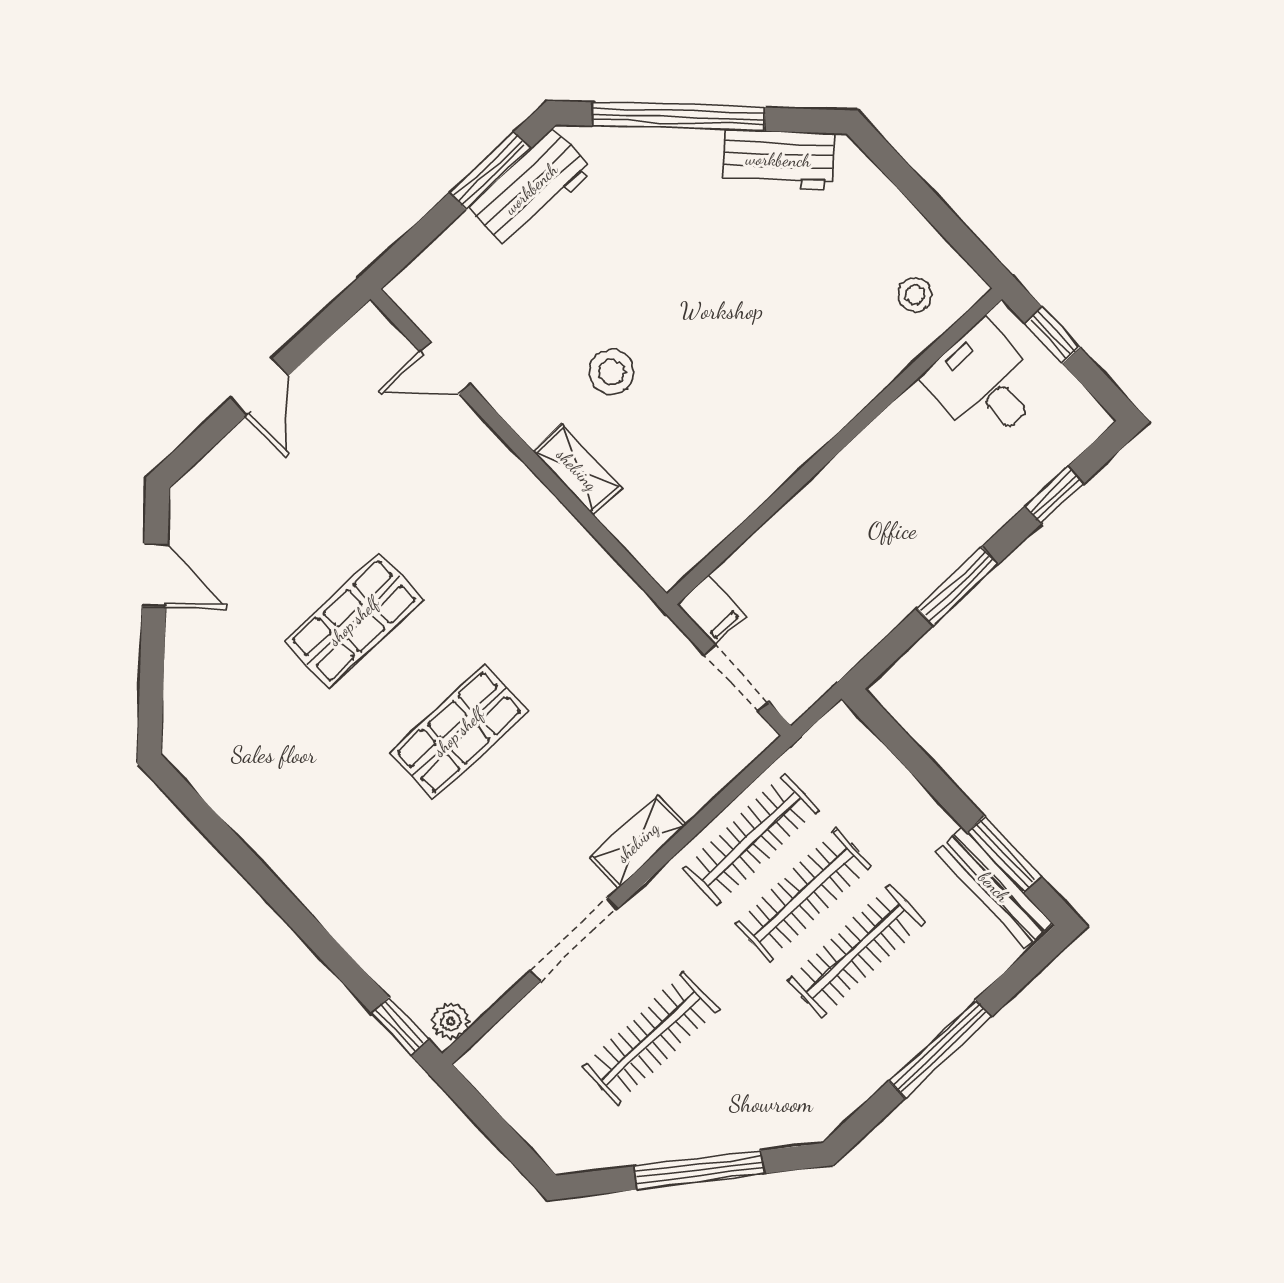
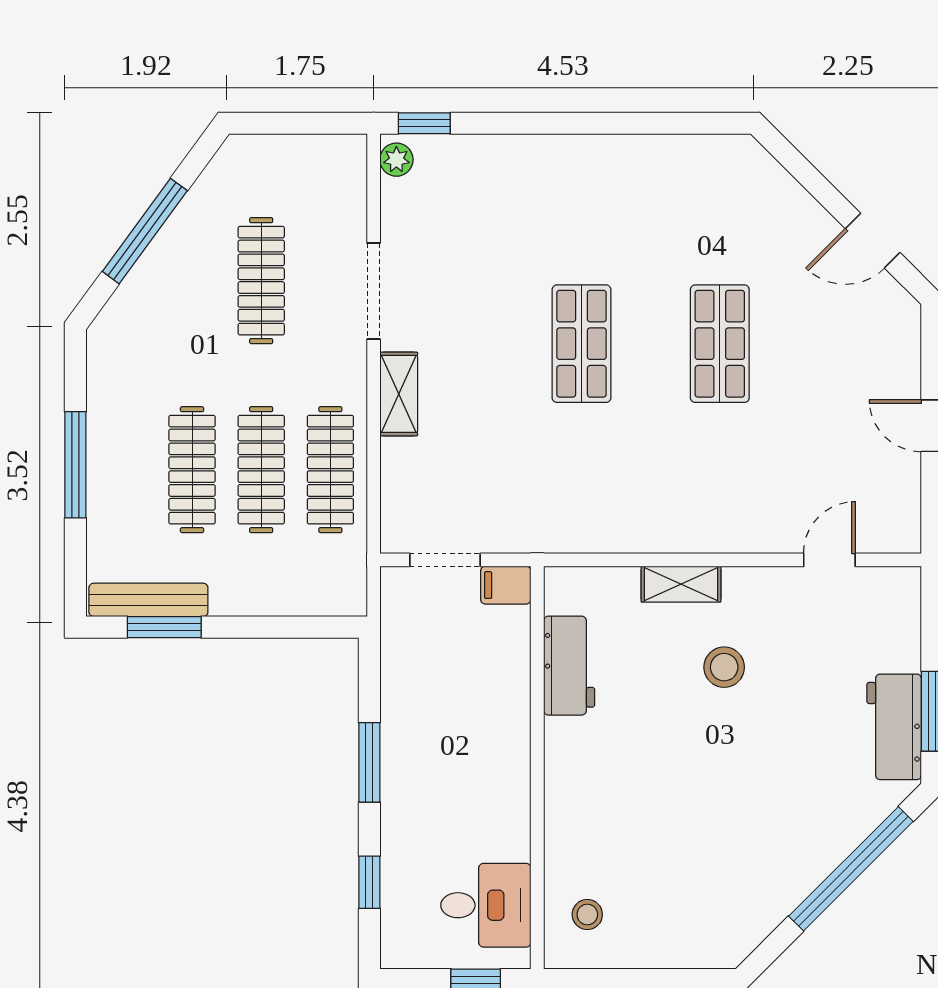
workbench: (778, 160) -> (569, 666), moved, turned 135

